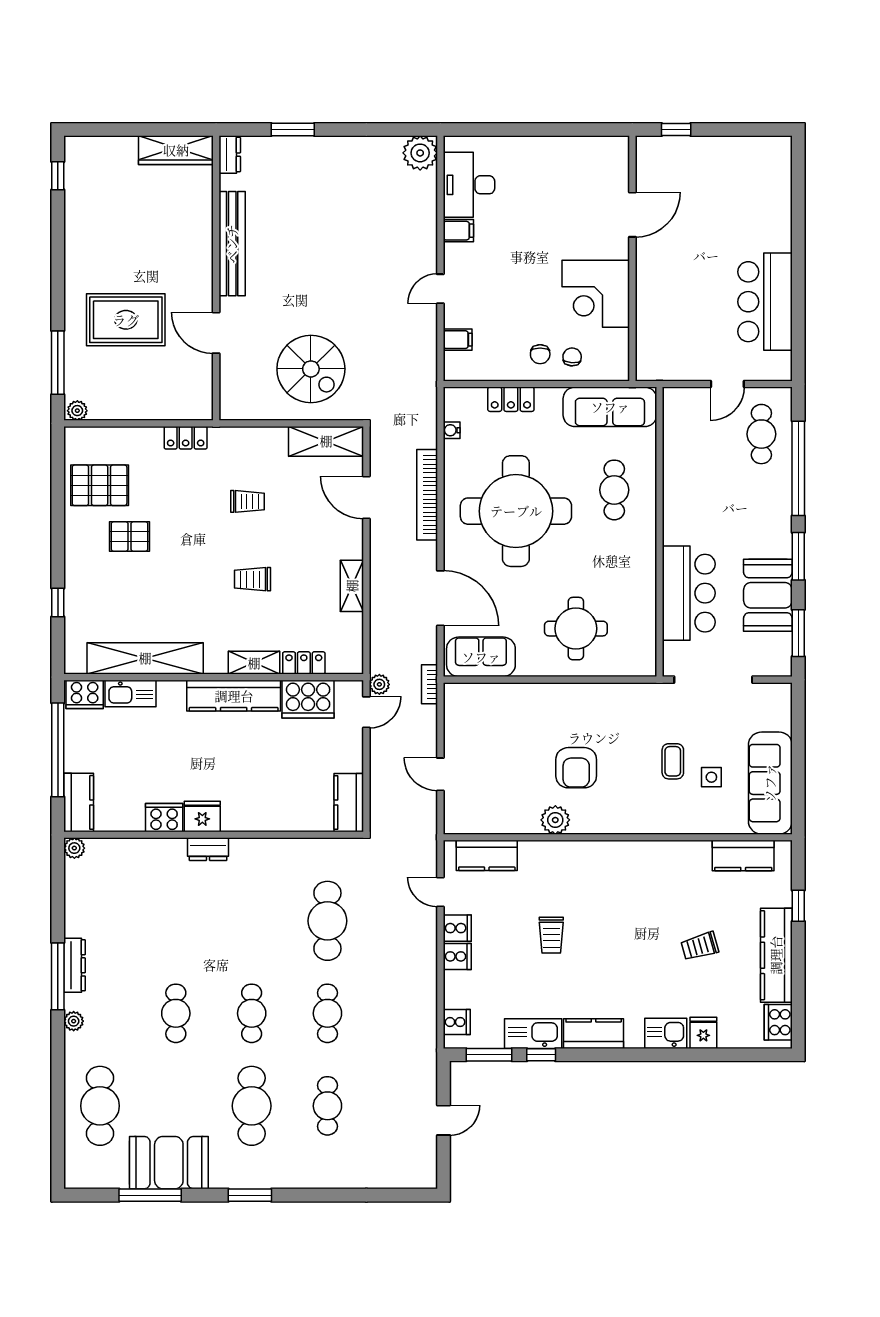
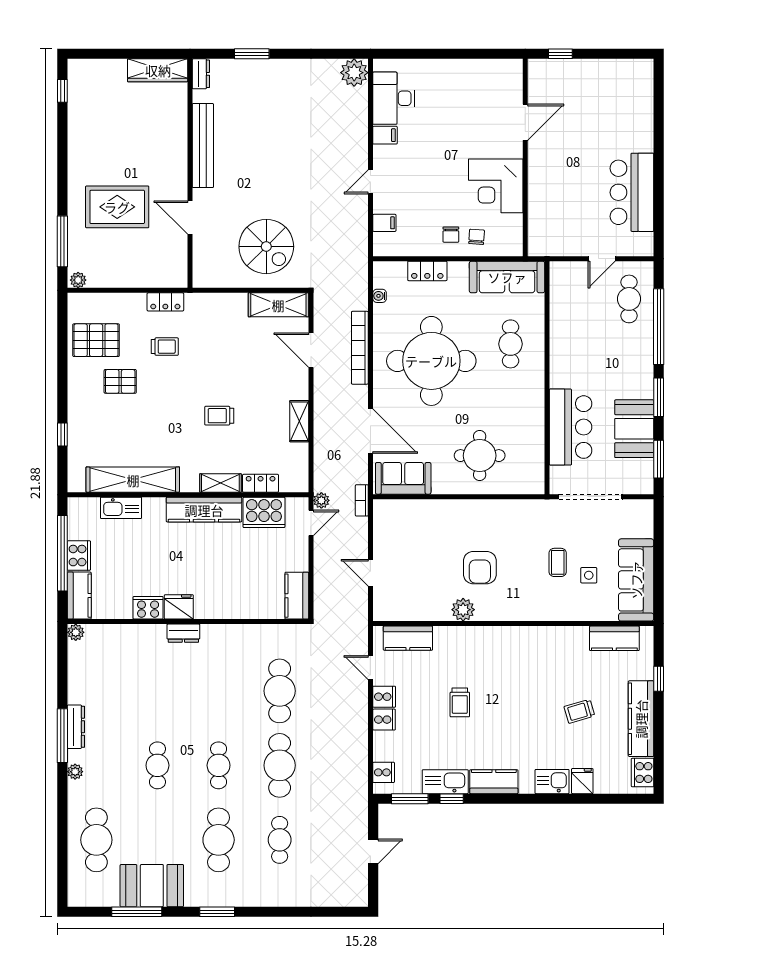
trolley: (248, 501) -> (165, 347), moved
cooker: (85, 694) -> (79, 556), moved, turned -90
cafe table: (327, 1013) -> (280, 765), width x1.37, depth x1.35

